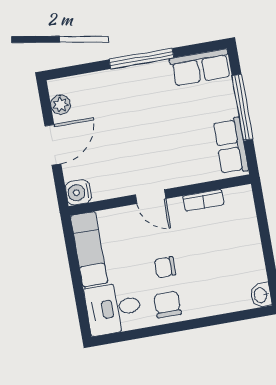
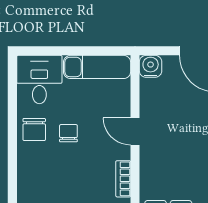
door: (151, 197) -> (135, 131), hinge flipped
chair: (168, 304) -> (34, 129), turned 90

